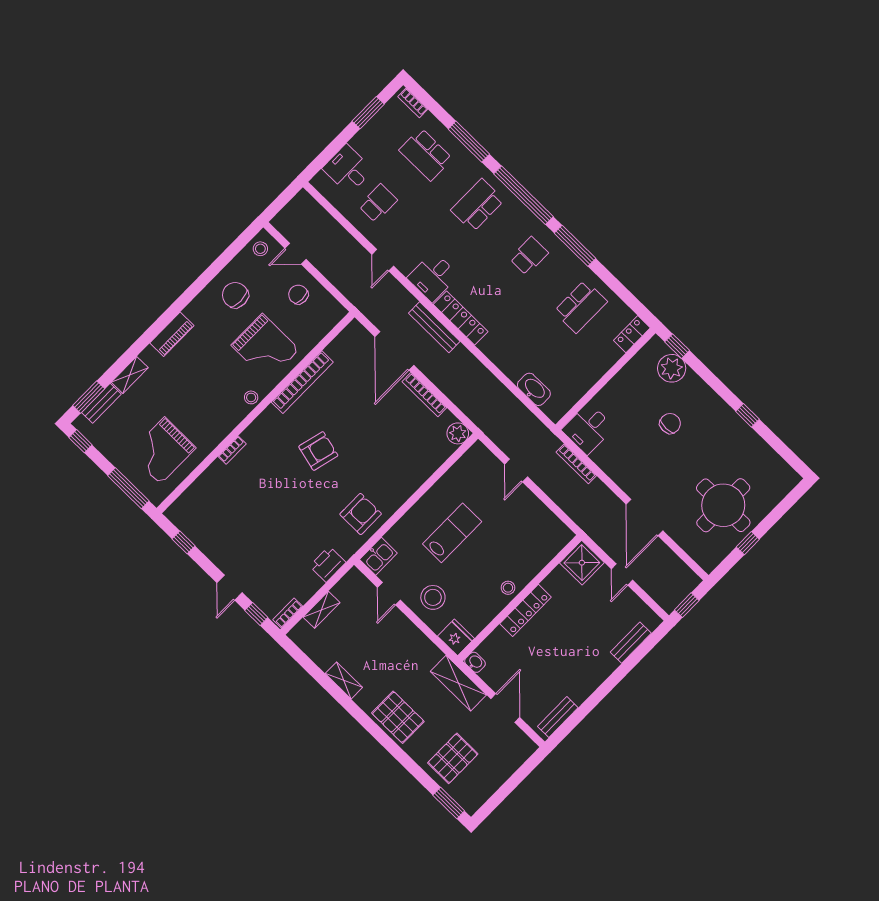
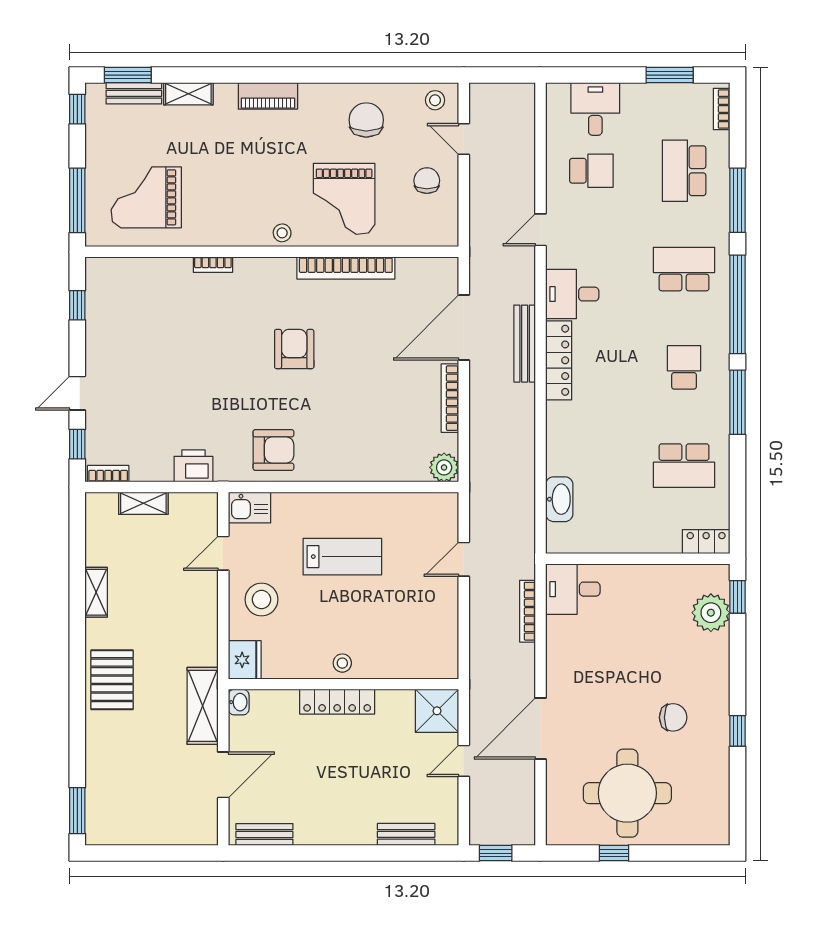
school desk: (529, 256) -> (684, 367), turned -90
chair: (670, 423) -> (673, 717), moved
armchair: (318, 451) -> (294, 349), turned -104
pallet: (453, 758) -> (124, 772), removed

